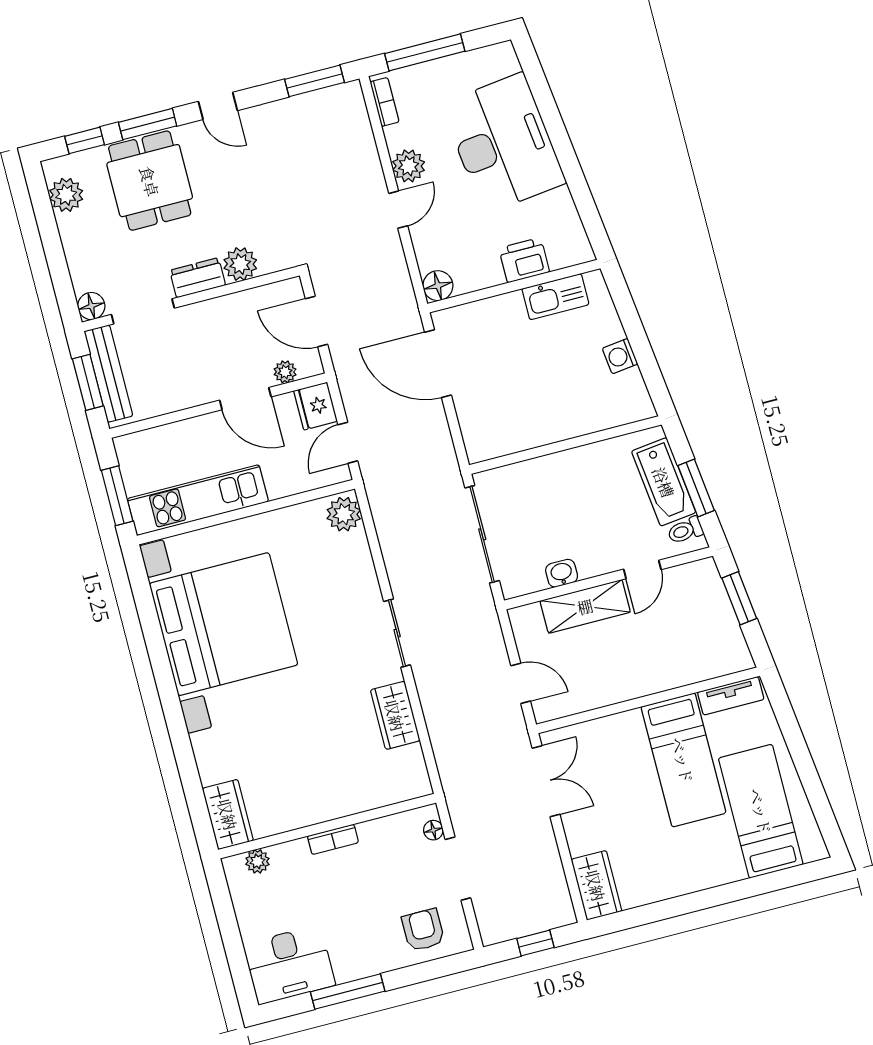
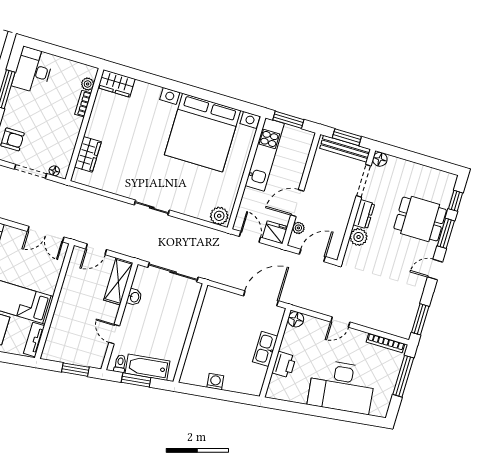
bookcase: (384, 102) -> (386, 343), width x1.56
plant: (409, 166) -> (357, 338), removed
plant: (66, 195) -> (436, 178), removed
door: (398, 210) -> (340, 322), hinge flipped
kitchen sink: (555, 297) -> (265, 349), moved
shelving: (585, 606) -> (118, 281), moved
wardrobe: (395, 715) -> (88, 154), moved, turned 90
bookcase: (333, 839) -> (83, 104), moved

